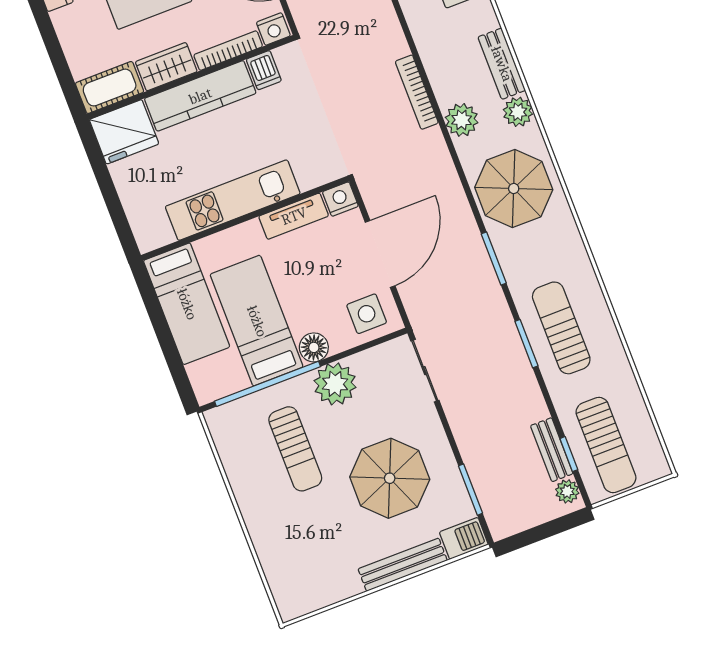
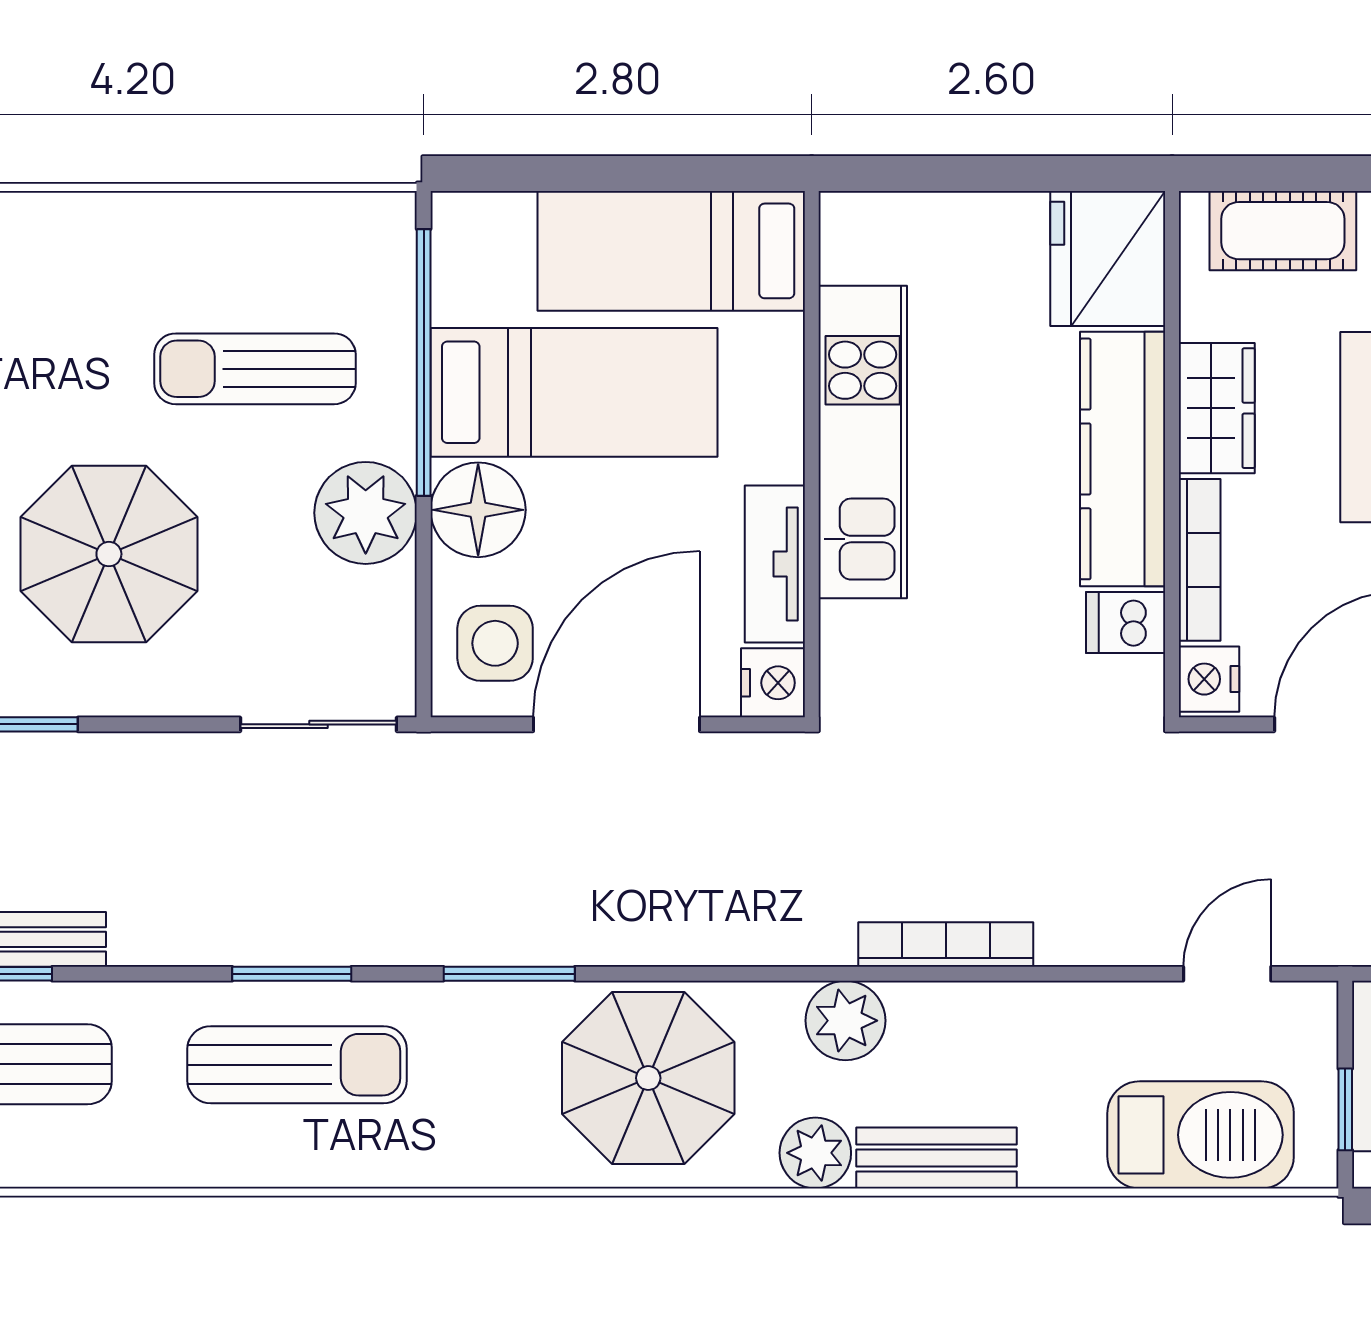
cot: (110, 88) -> (1283, 231), moved, turned 90
door: (380, 254) -> (616, 724), swing flipped
floor lamp: (314, 347) -> (478, 510), width x1.38, depth x1.38

